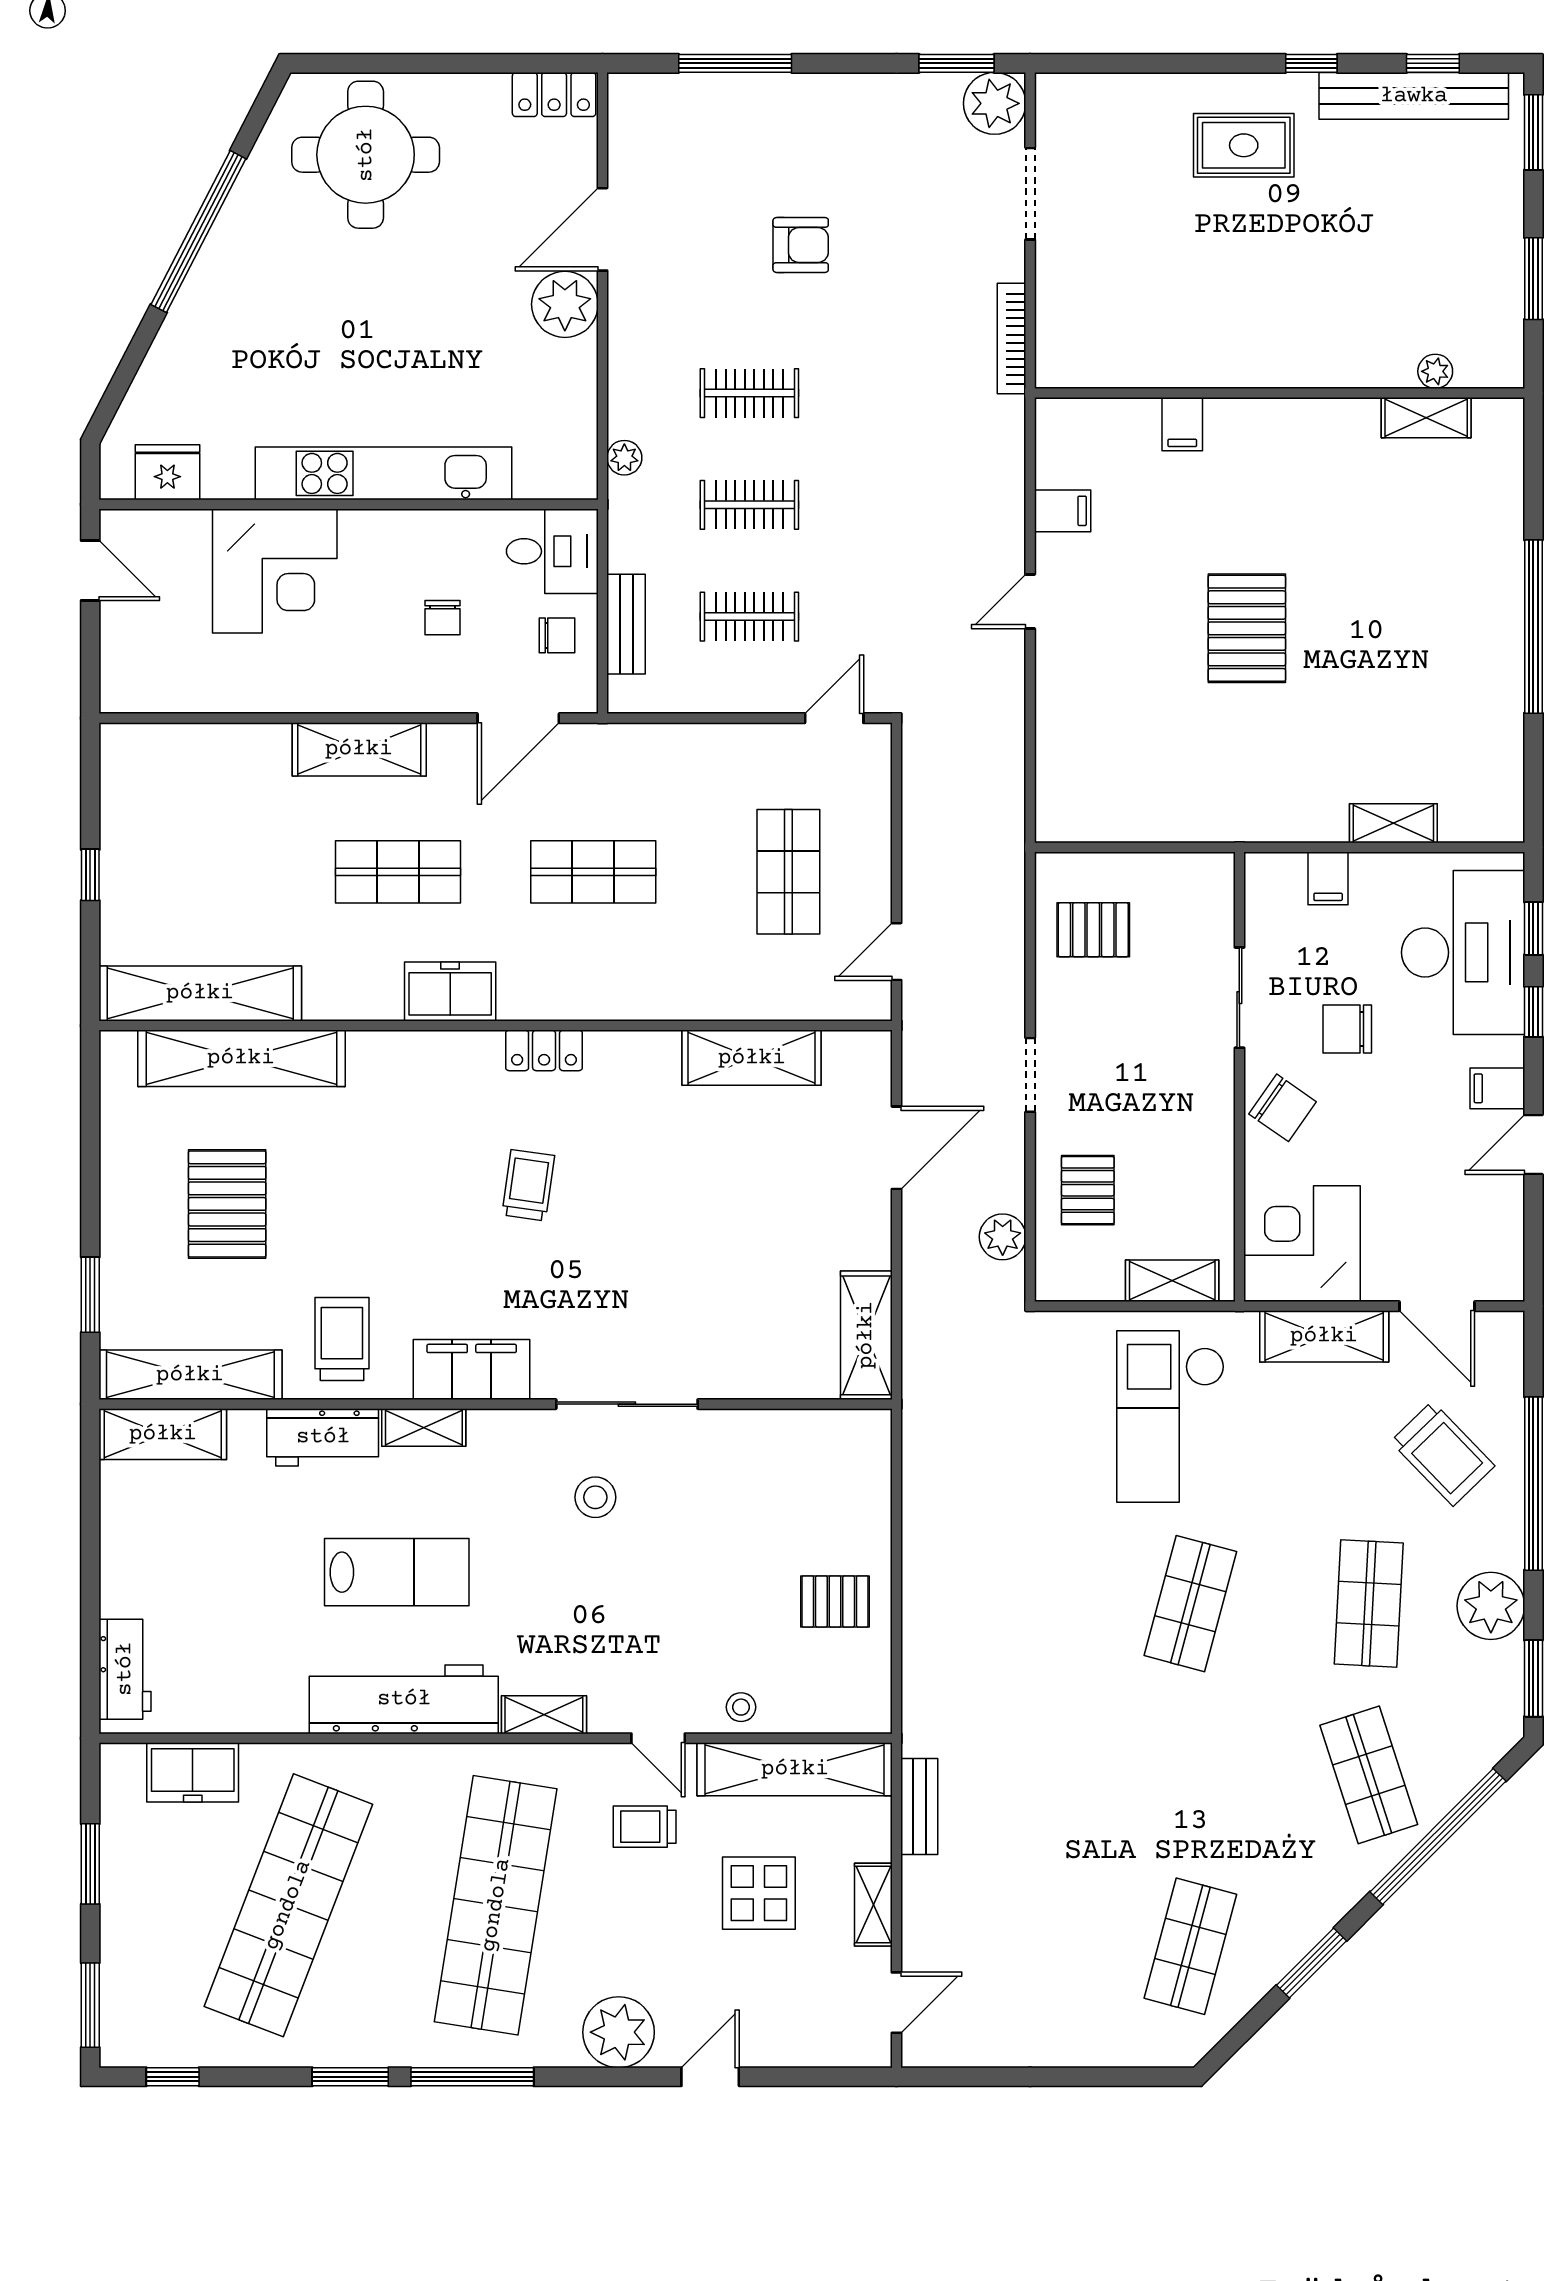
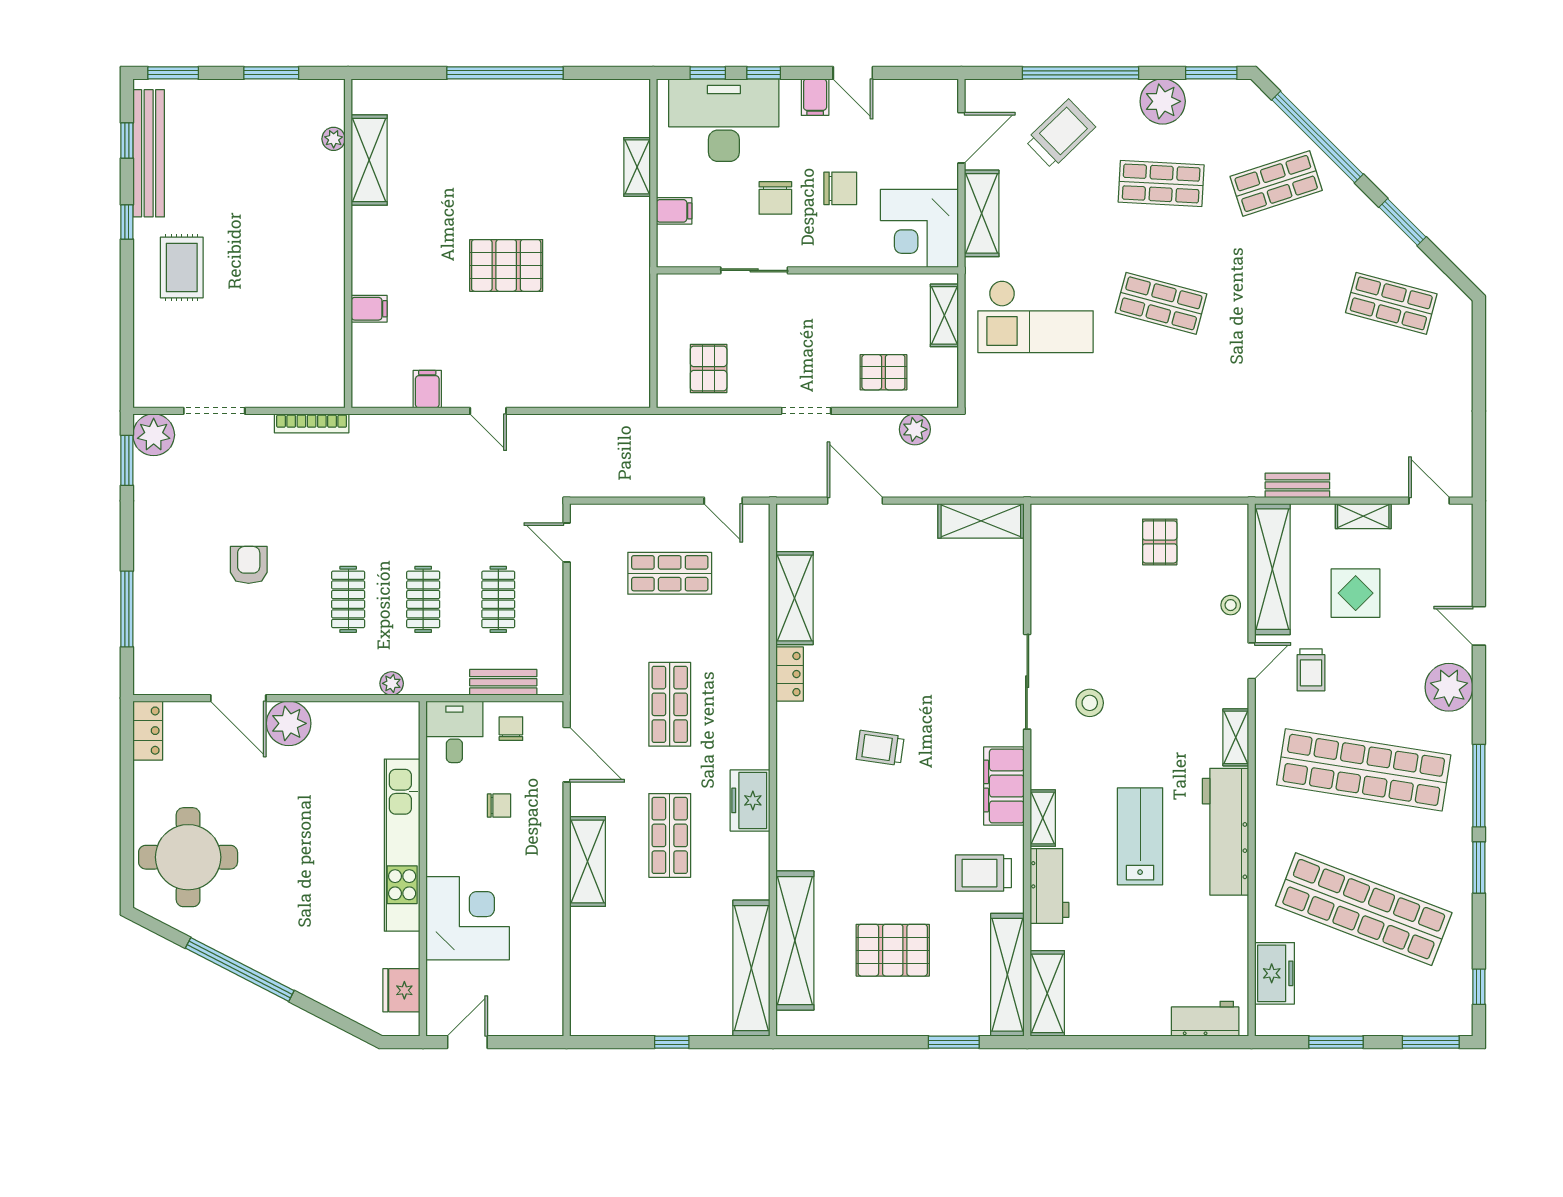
shelving: (1426, 418) -> (369, 160), width x1.50, depth x1.33
locker: (544, 1050) -> (790, 674), moved
chair: (1283, 1108) -> (840, 188), moved, turned 55

